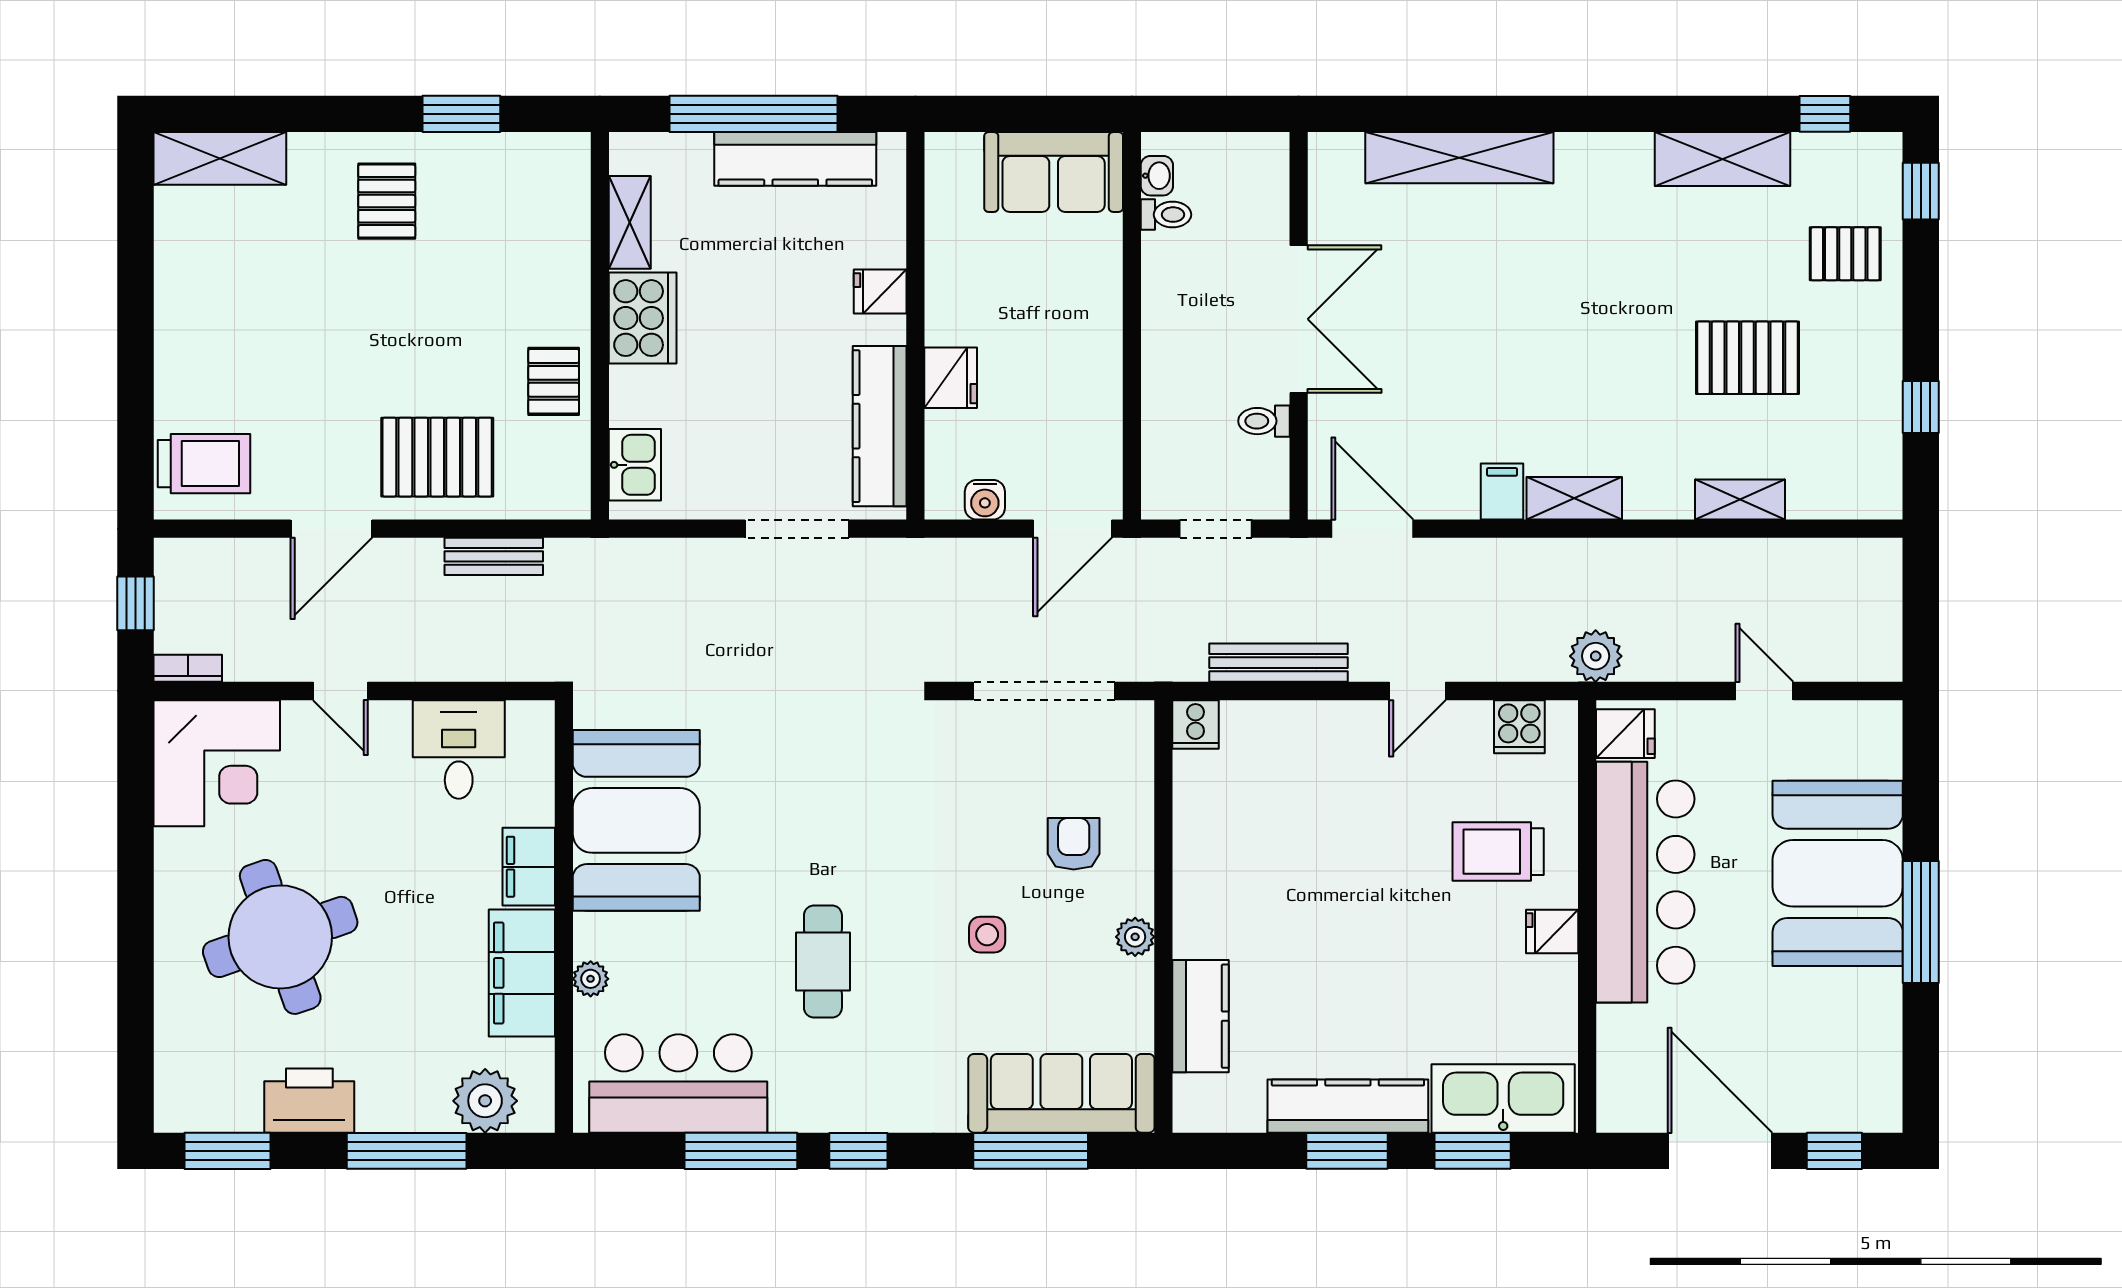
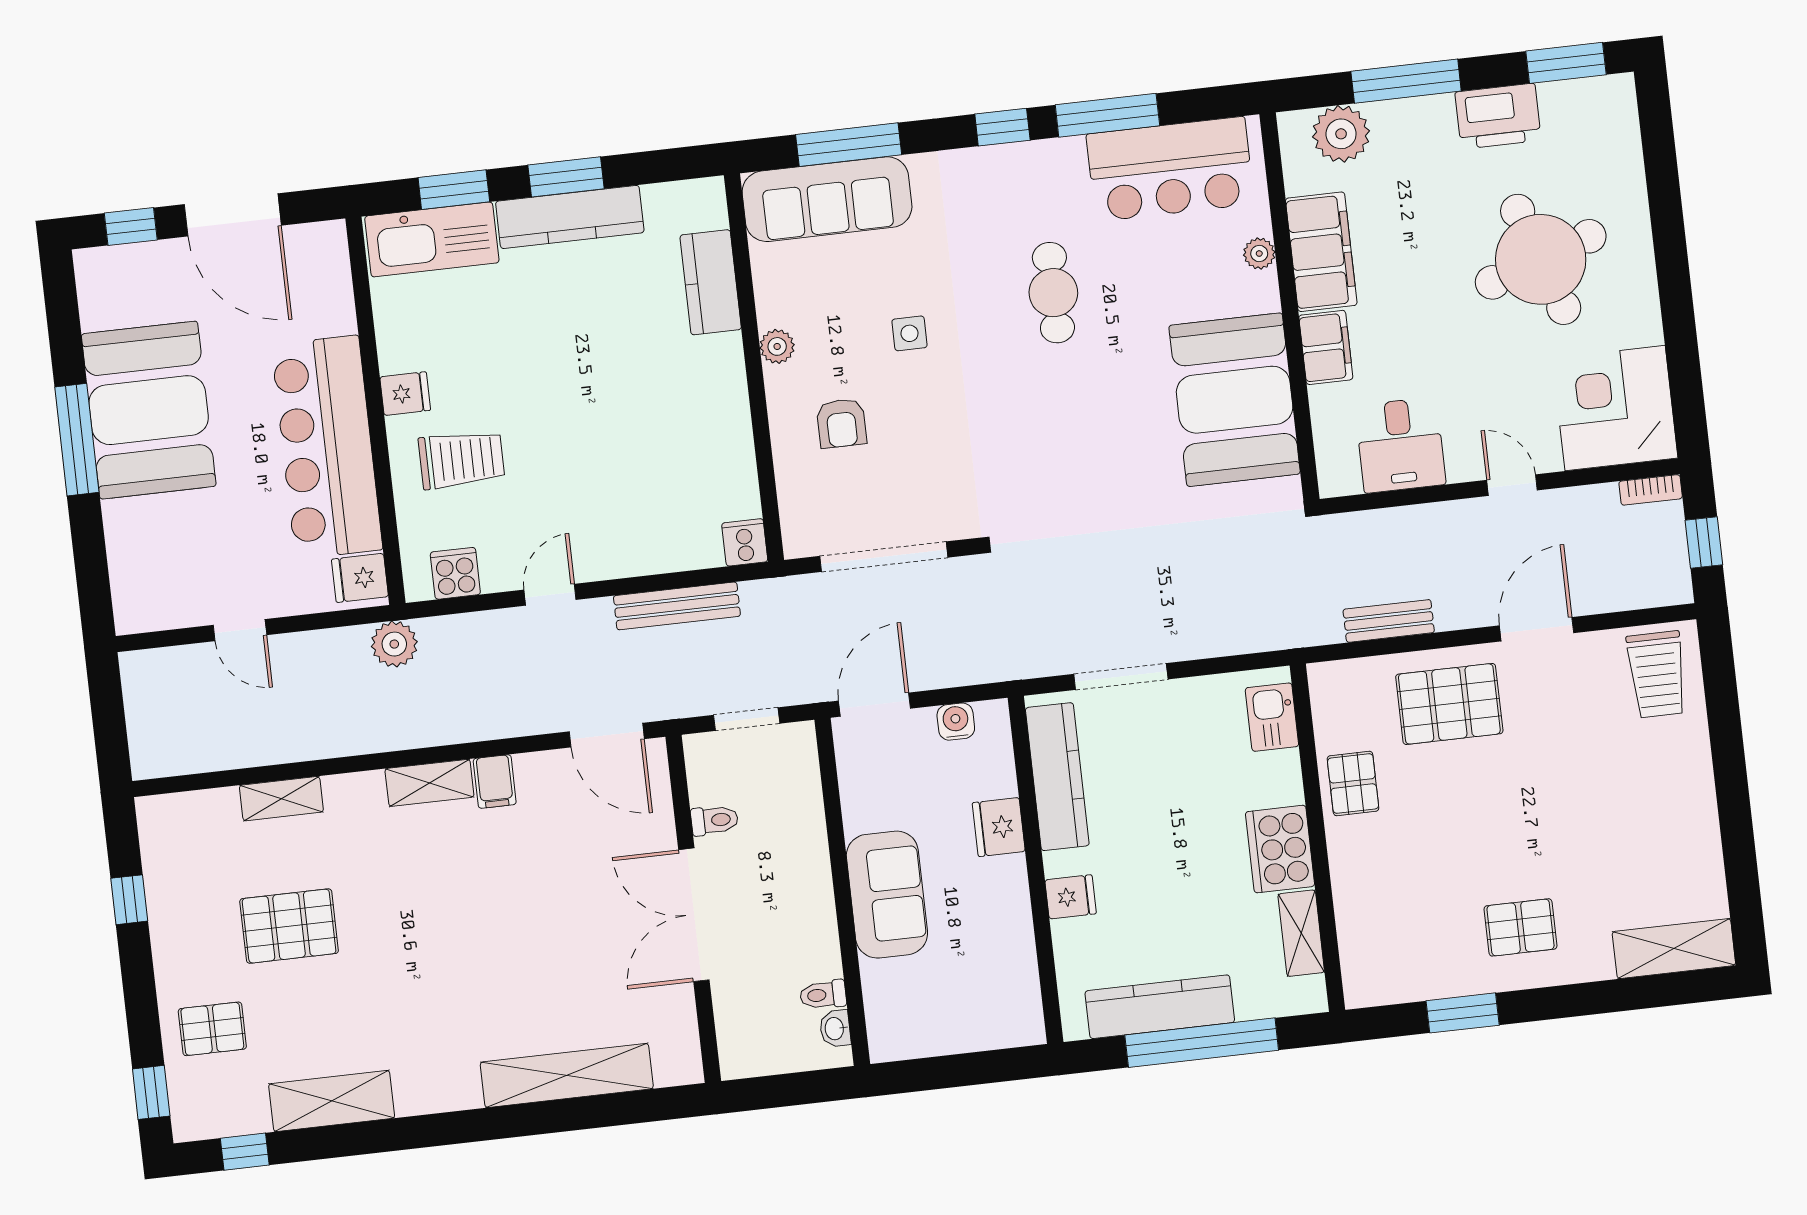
sofa: (1054, 172) -> (887, 895), moved, turned 90
pallet: (387, 201) -> (1521, 927), turned 90
trolley: (204, 464) -> (1657, 674), turned -90
booth: (1838, 873) -> (149, 410), moved

